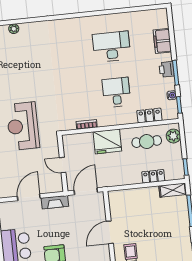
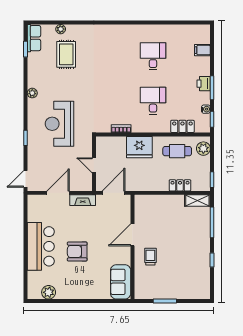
filing cabinet: (162, 41) -> (202, 50), width x0.50
desk: (112, 47) -> (153, 56), width x0.73
rug: (22, 54) -> (66, 54), added

